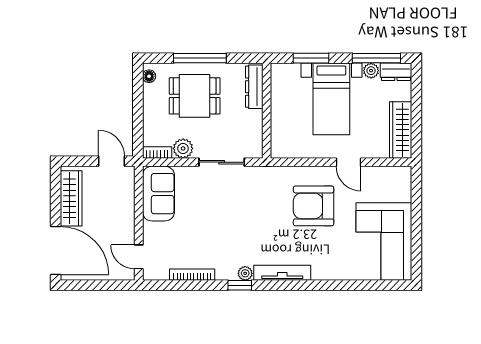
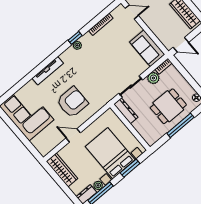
dresser: (254, 87) -> (126, 111), moved
bed with nightstands: (331, 99) -> (110, 153), width x1.36
tv unit: (282, 273) -> (48, 71), moved

